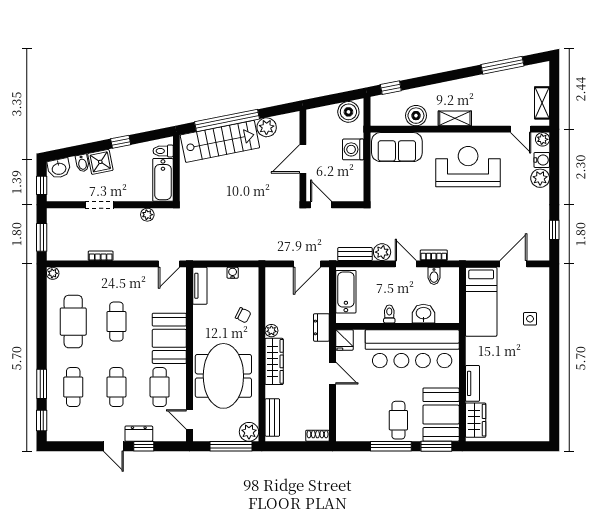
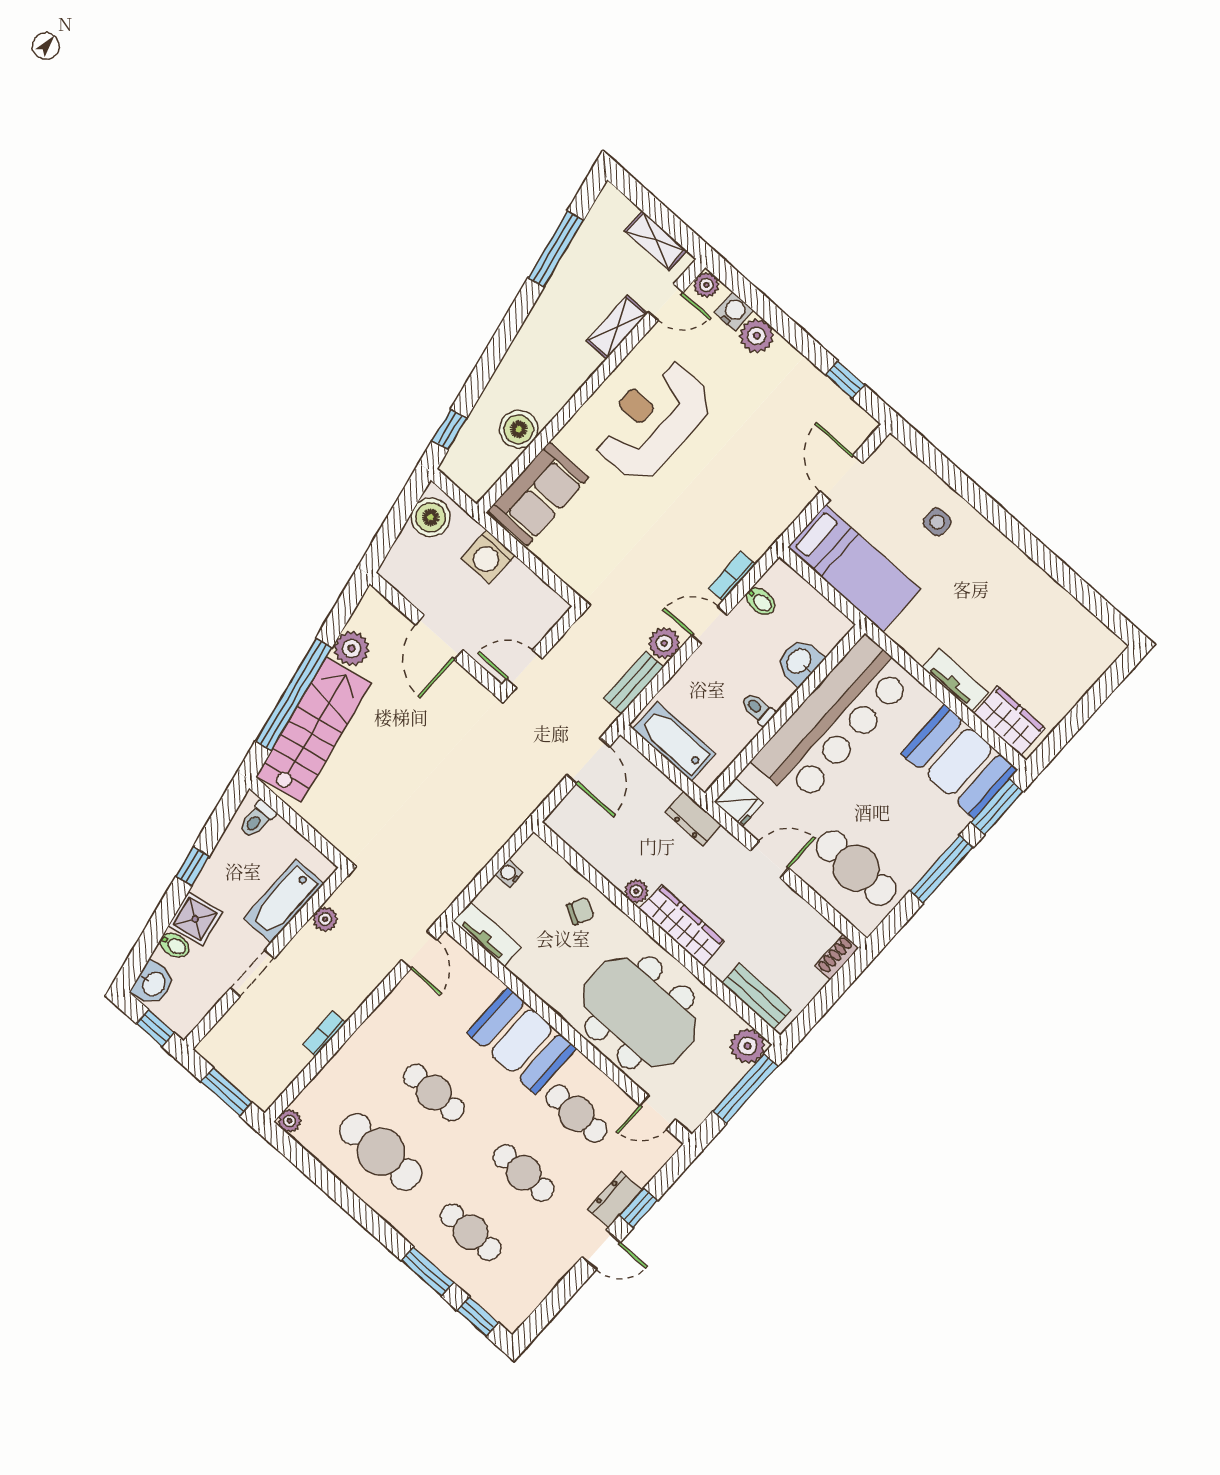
shelving: (455, 118) -> (617, 327), moved
bathtub: (163, 180) -> (284, 901), moved, turned 90
cafe table: (398, 420) -> (856, 868), moved, width x1.37, depth x1.35

